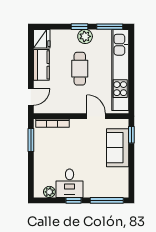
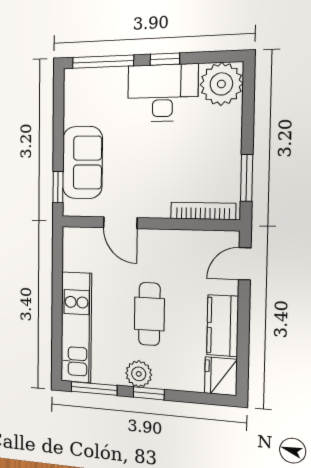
kitchen unit: (120, 70) -> (76, 327), width x0.73
desk: (70, 183) -> (163, 93), width x1.37
plant: (49, 192) -> (221, 84), width x1.87, depth x1.87

